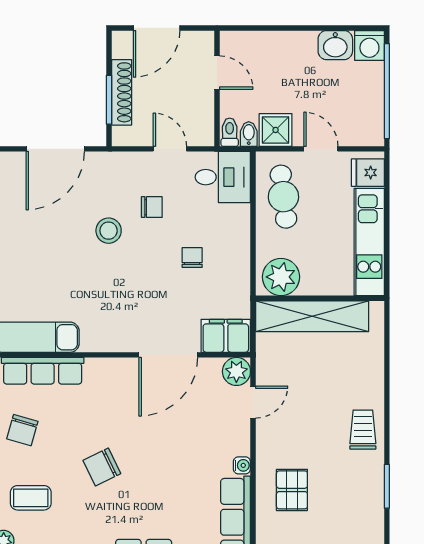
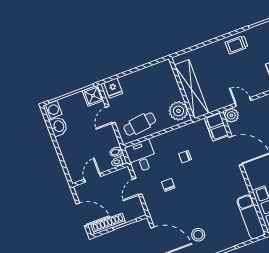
shoe rack: (122, 92) -> (108, 224), moved
shower: (276, 130) -> (93, 96), moved
stool: (109, 231) -> (198, 235), moved
kitchen unit: (369, 242) -> (146, 75), removed

